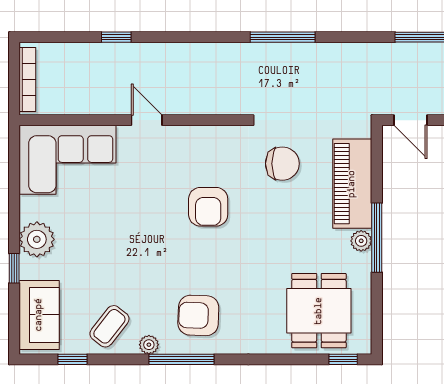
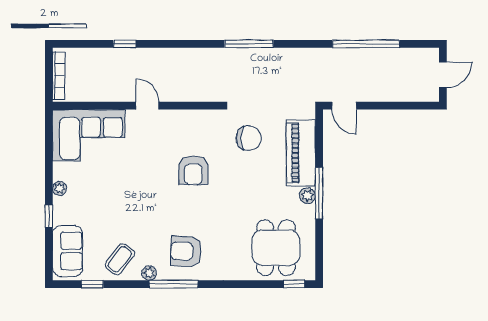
plant: (37, 239) -> (60, 188), width x0.53, depth x0.53

